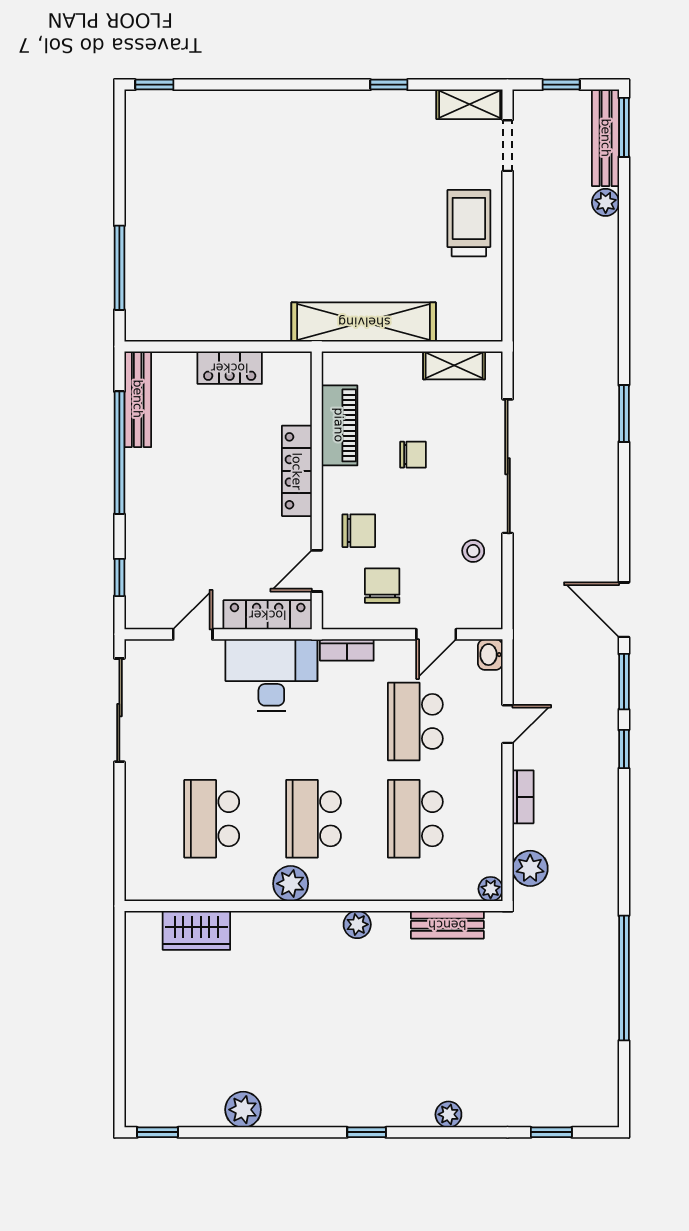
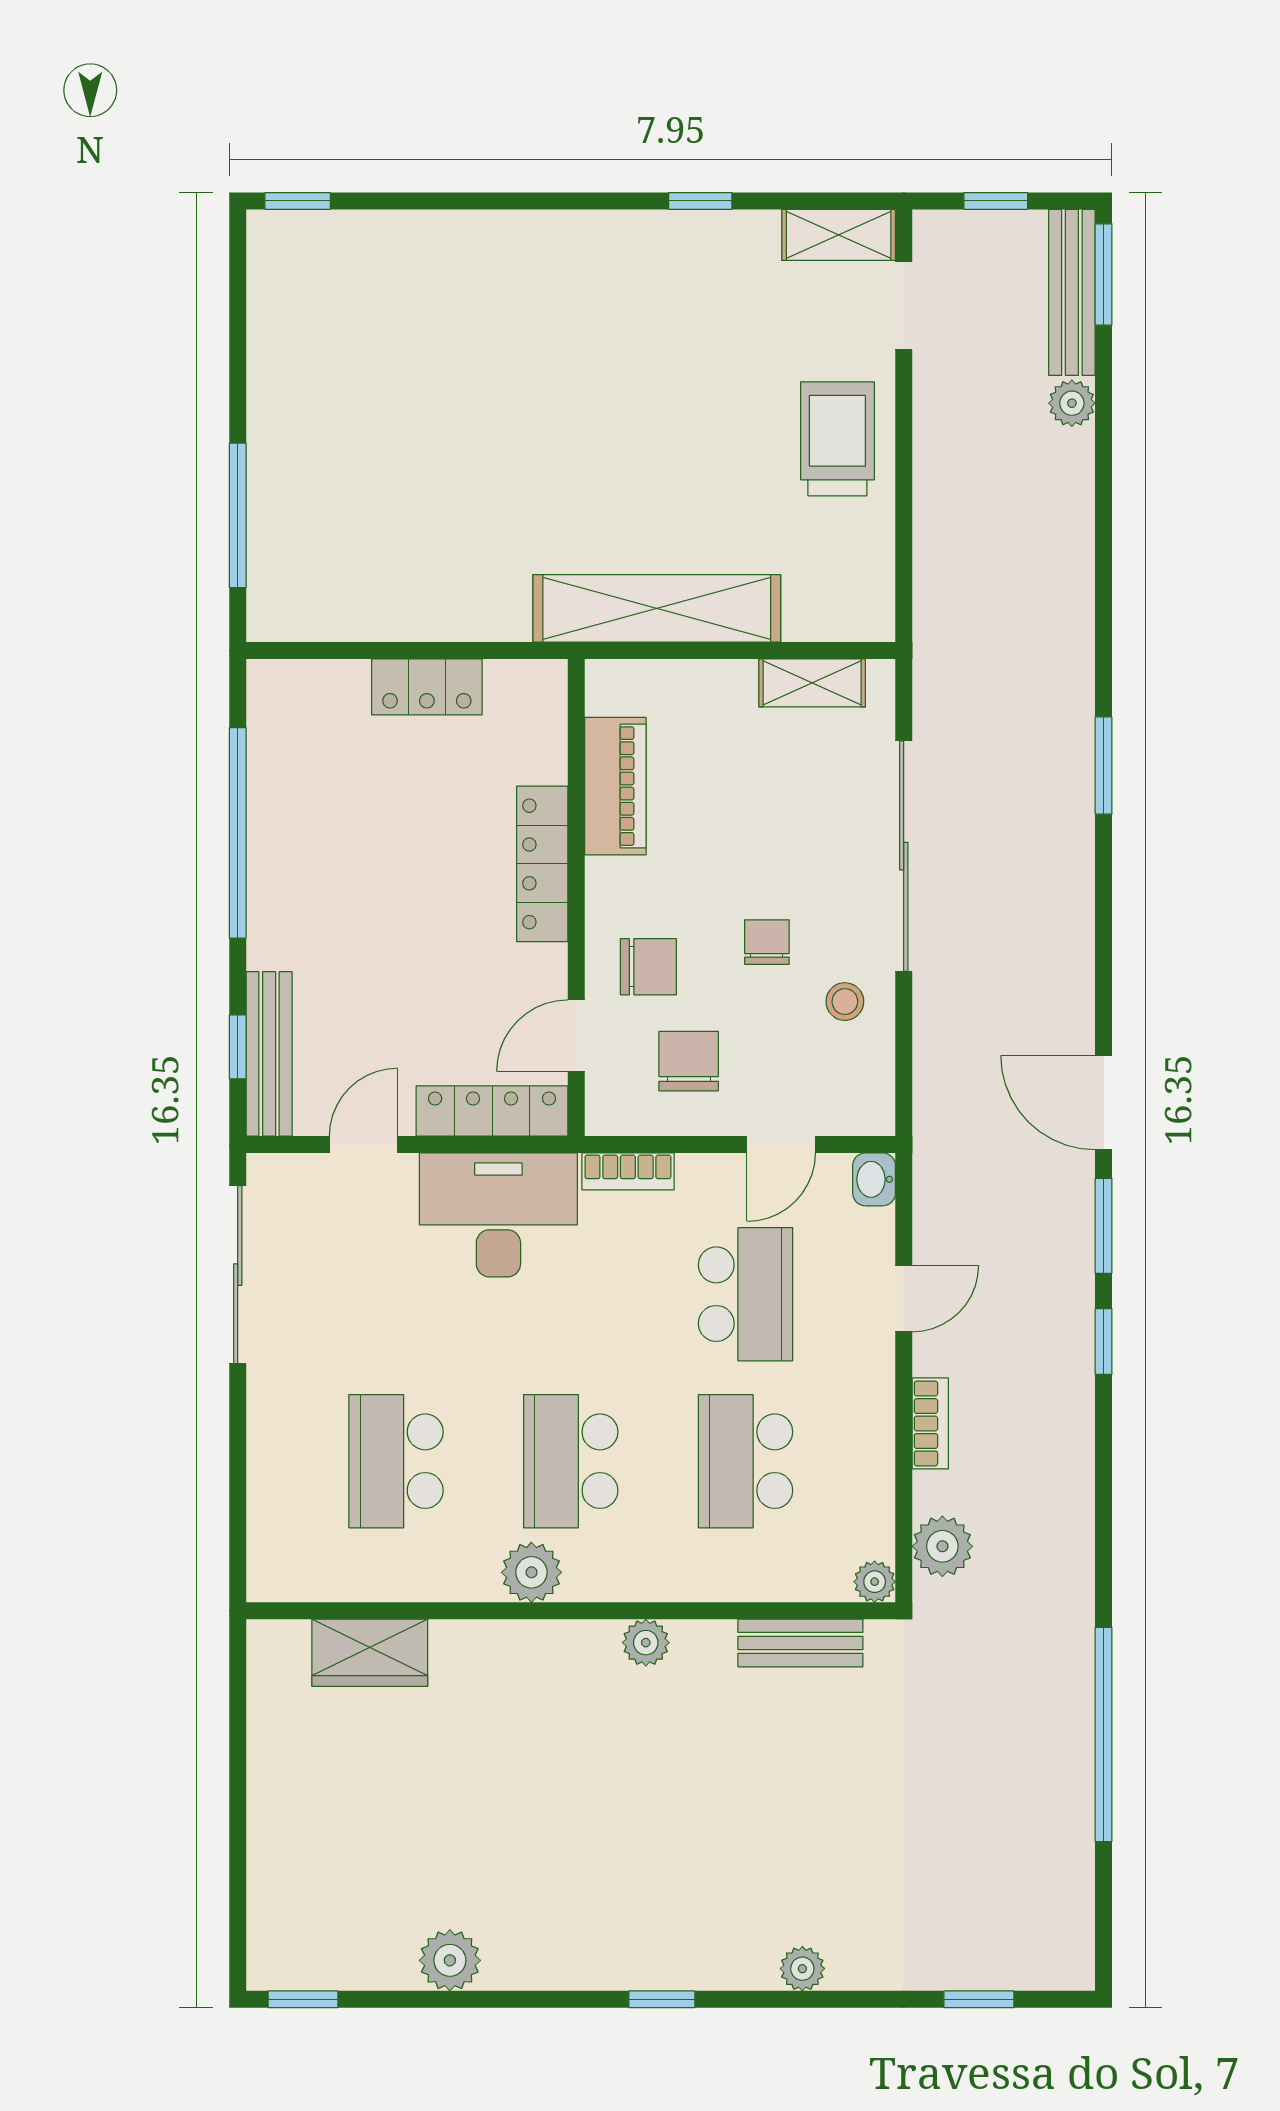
bench: (138, 399) -> (269, 1054), moved
chair: (413, 455) -> (767, 942), moved, turned -90
school desk: (415, 721) -> (745, 1294), turned 180

